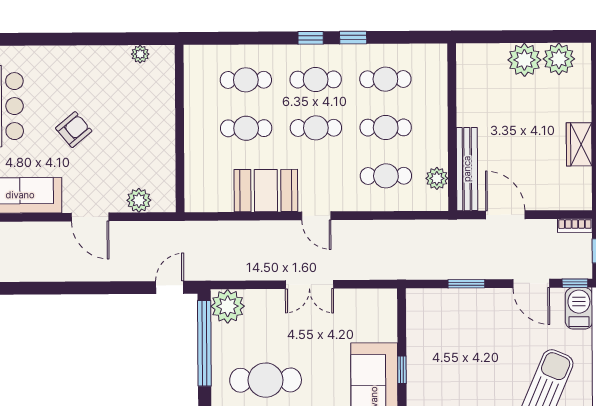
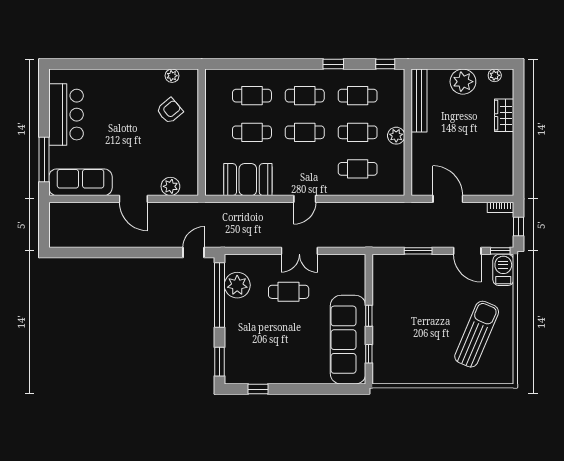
window: (311, 38) -> (385, 64), moved
plant: (559, 59) -> (495, 75), width x0.53, depth x0.53
armchair: (74, 130) -> (170, 111), moved
wardrobe: (579, 144) -> (504, 115), moved
bench: (467, 169) -> (419, 101), moved
plant: (437, 178) -> (396, 136), moved
booth: (266, 191) -> (248, 180), moved
door: (316, 216) -> (305, 199), hinge flipped
plant: (228, 306) -> (237, 285), moved
cafe table: (266, 380) -> (289, 292), moved, width x0.73, depth x0.74

